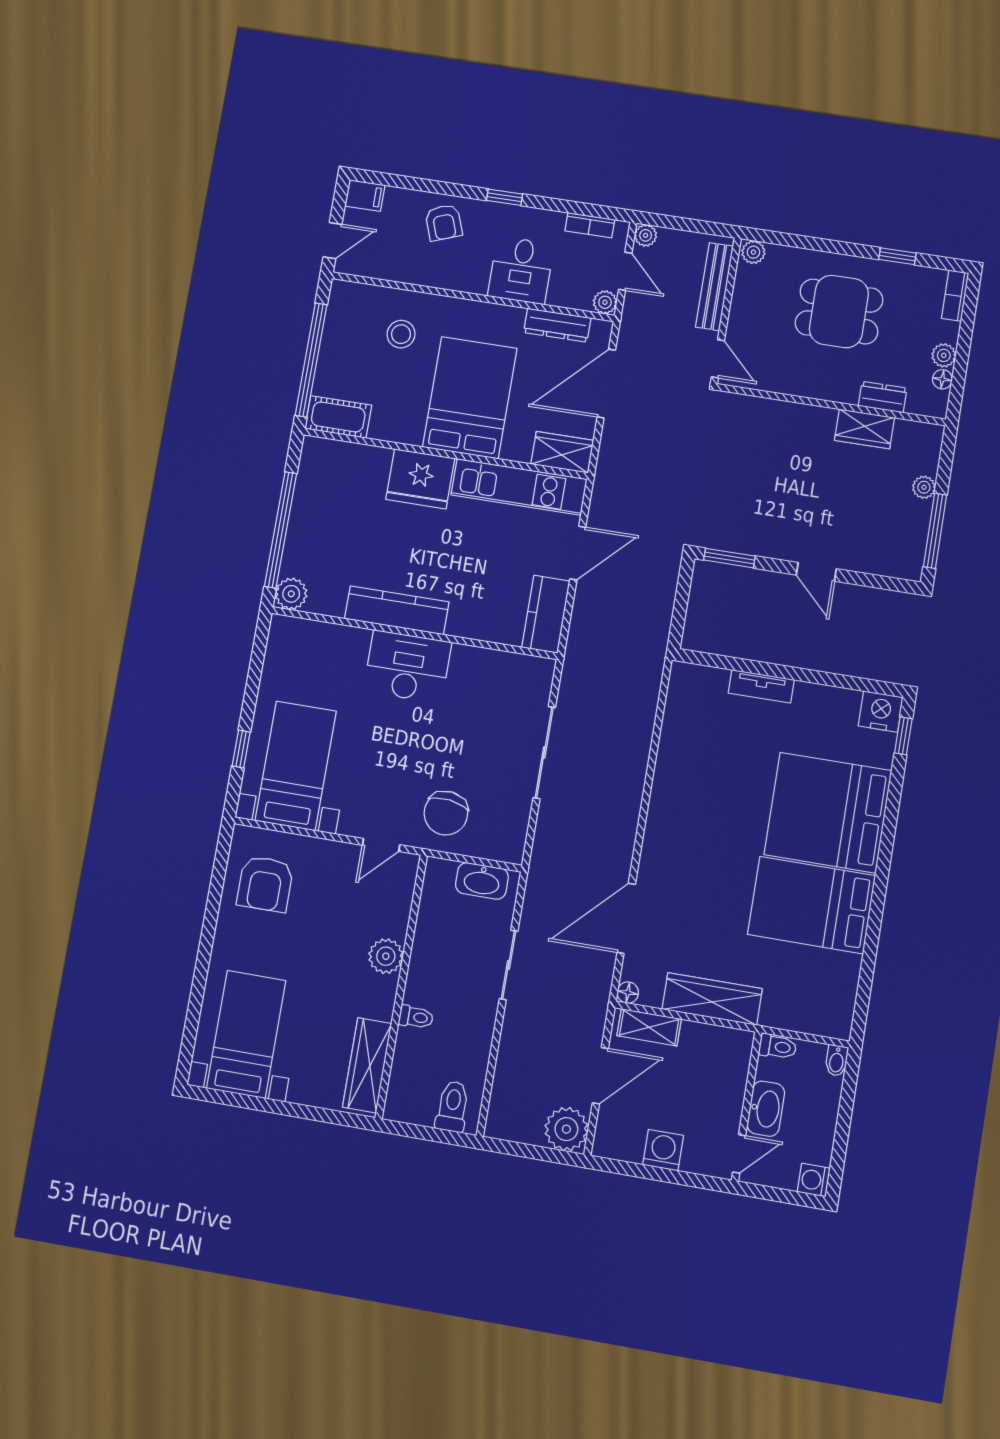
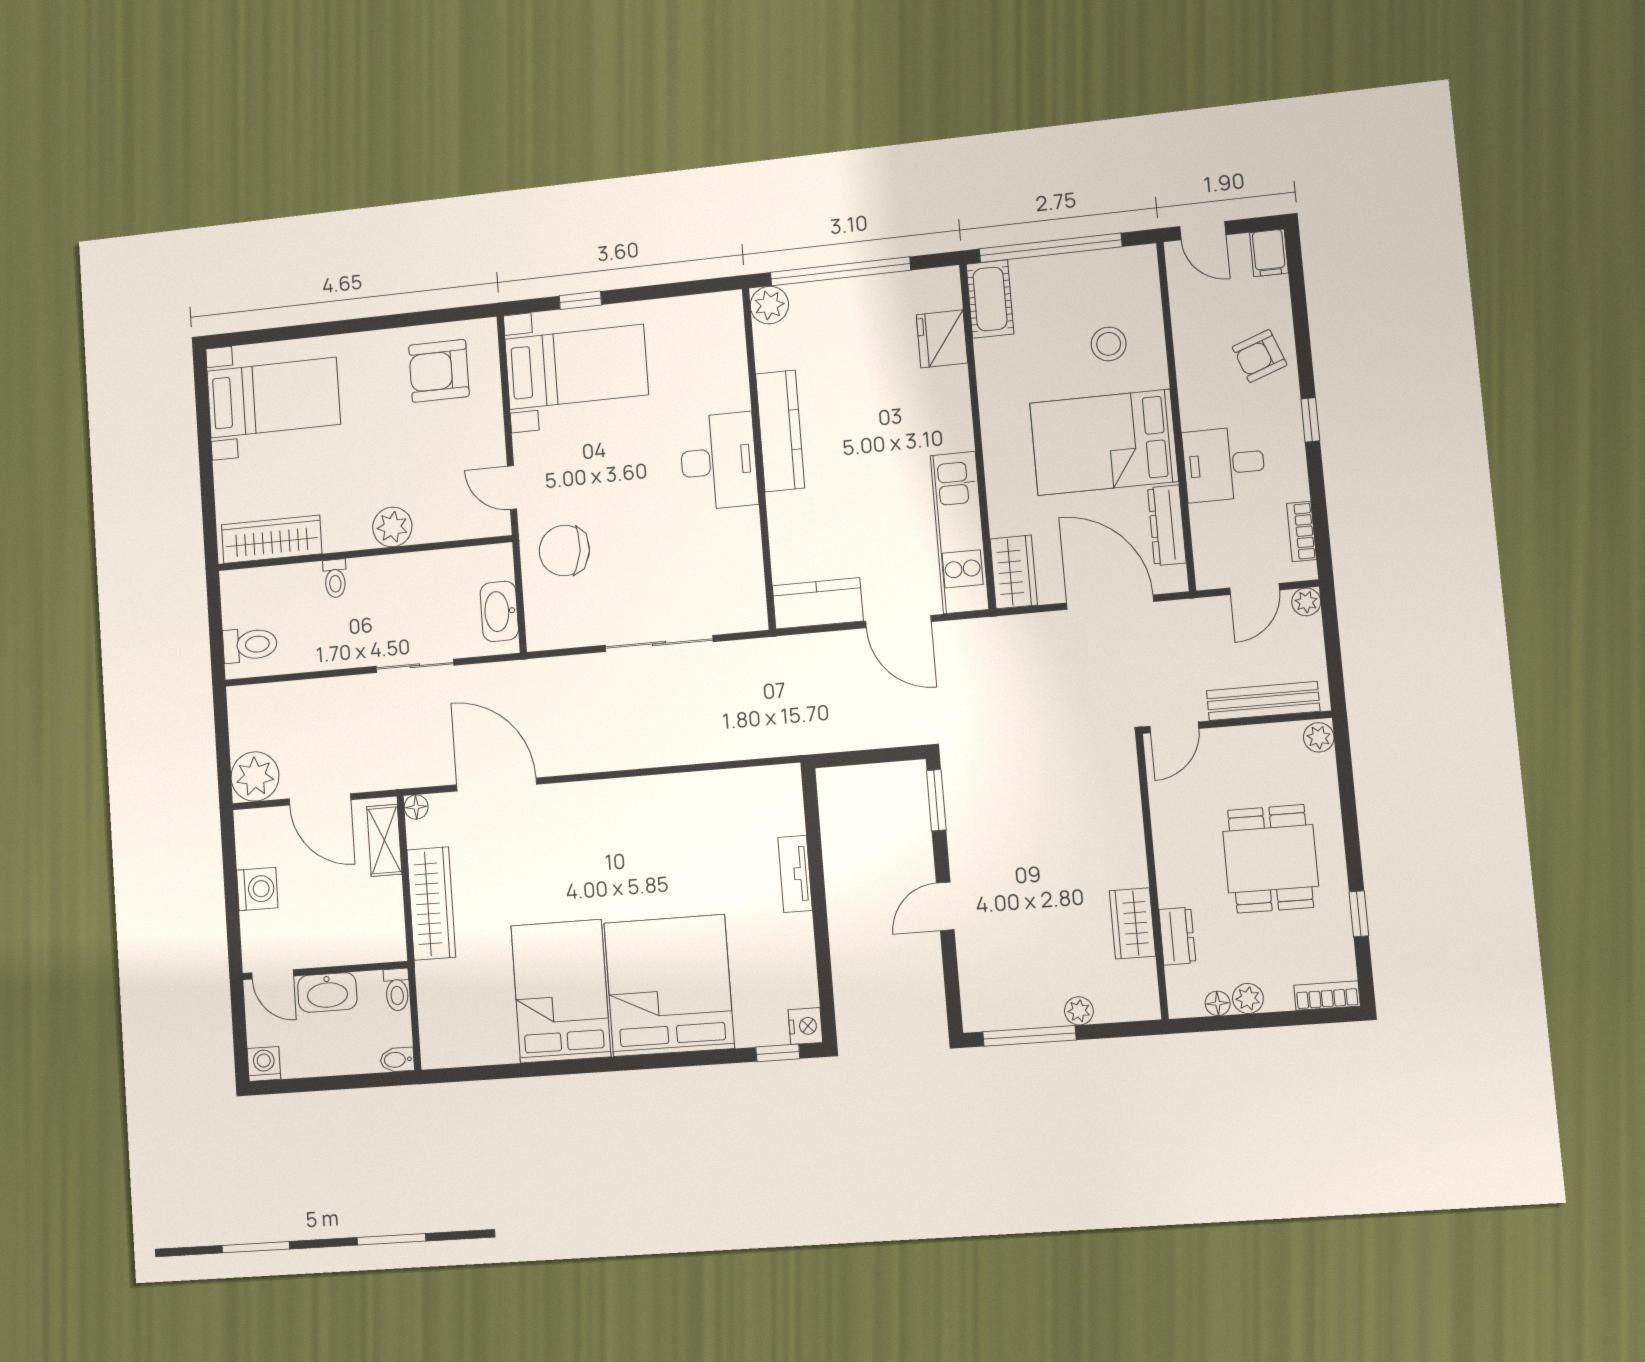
plant: (605, 302) -> (1210, 575), removed
bed: (470, 398) -> (1104, 442), moved, turned 180
fridge: (420, 479) -> (942, 339), moved, width x0.73, depth x0.75
nightstand: (881, 712) -> (805, 1026), width x0.74, depth x0.75

